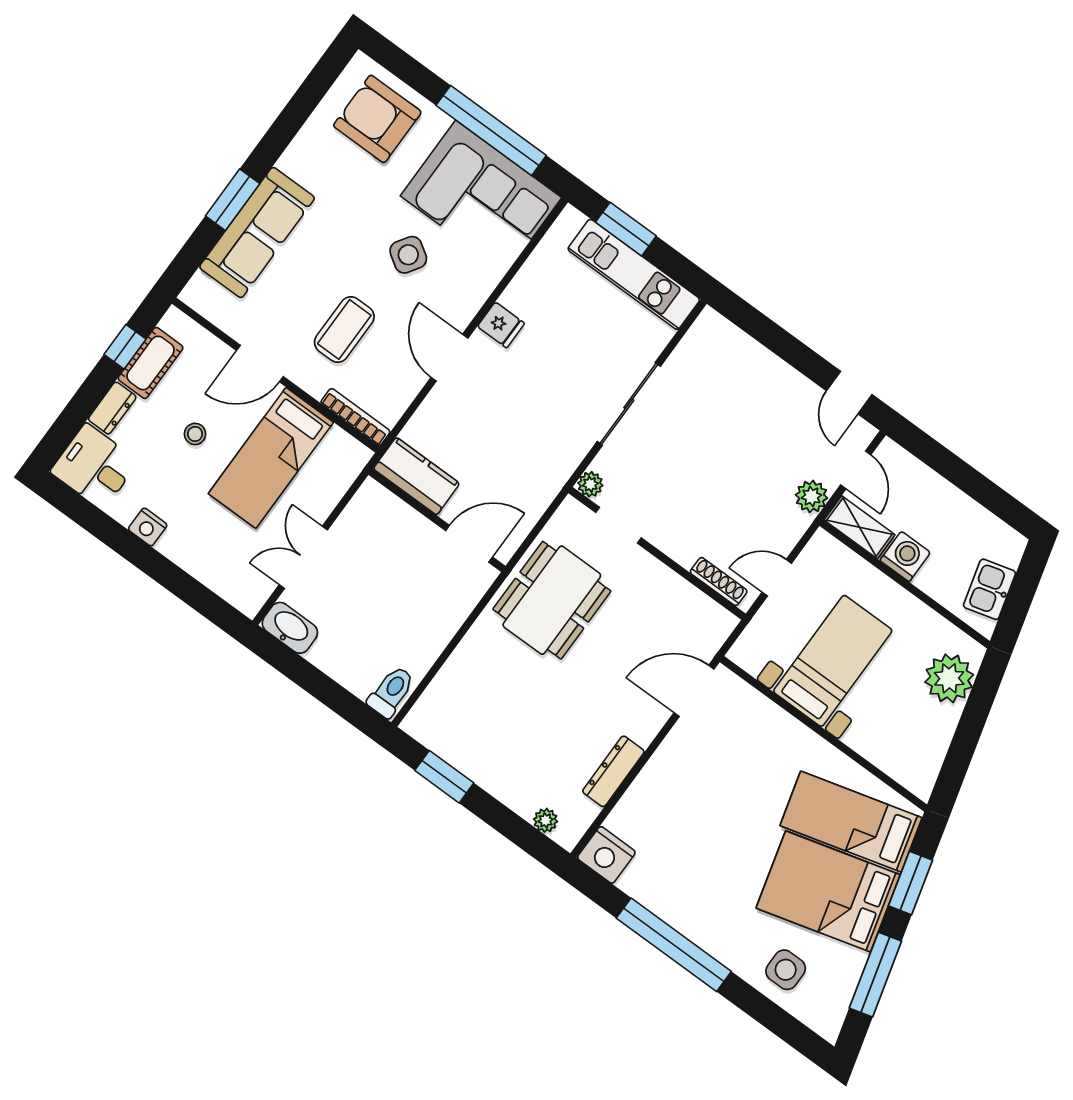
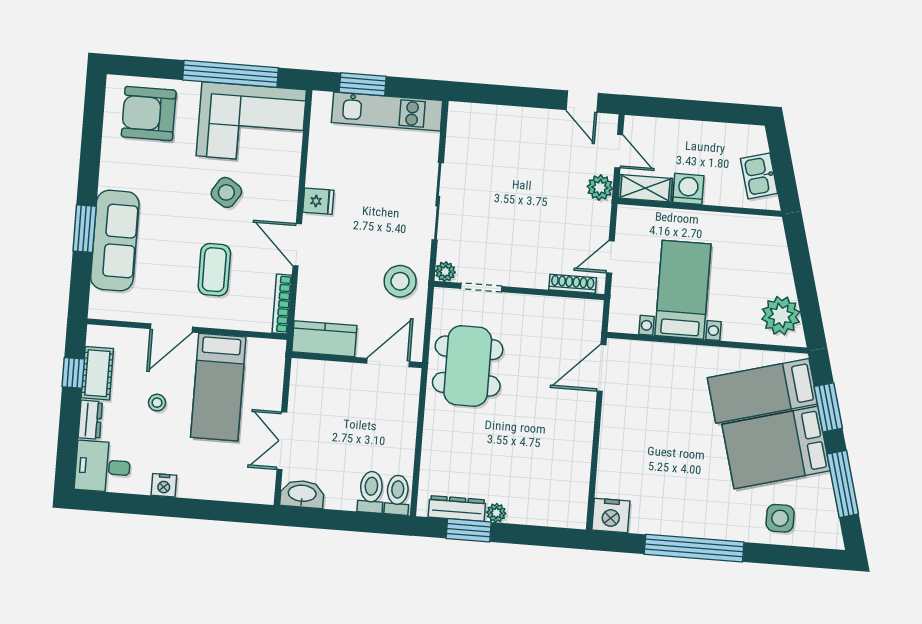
bookcase: (355, 417) -> (282, 304), moved, turned -90
stool: (536, 465) -> (400, 281), added
toilet: (365, 671) -> (371, 492), added
plant: (949, 678) -> (781, 316), moved
dresser: (613, 771) -> (457, 508), moved, turned 90
plant: (546, 820) -> (496, 513), moved

